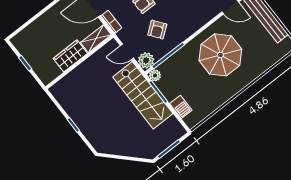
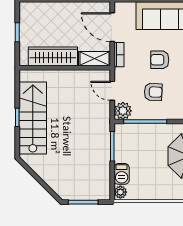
armchair: (157, 30) -> (153, 92), turned -140
wardrobe: (70, 56) -> (53, 56), width x1.50
plant: (155, 75) -> (120, 192), moved
stairs: (143, 95) -> (33, 118), moved, turned 180

